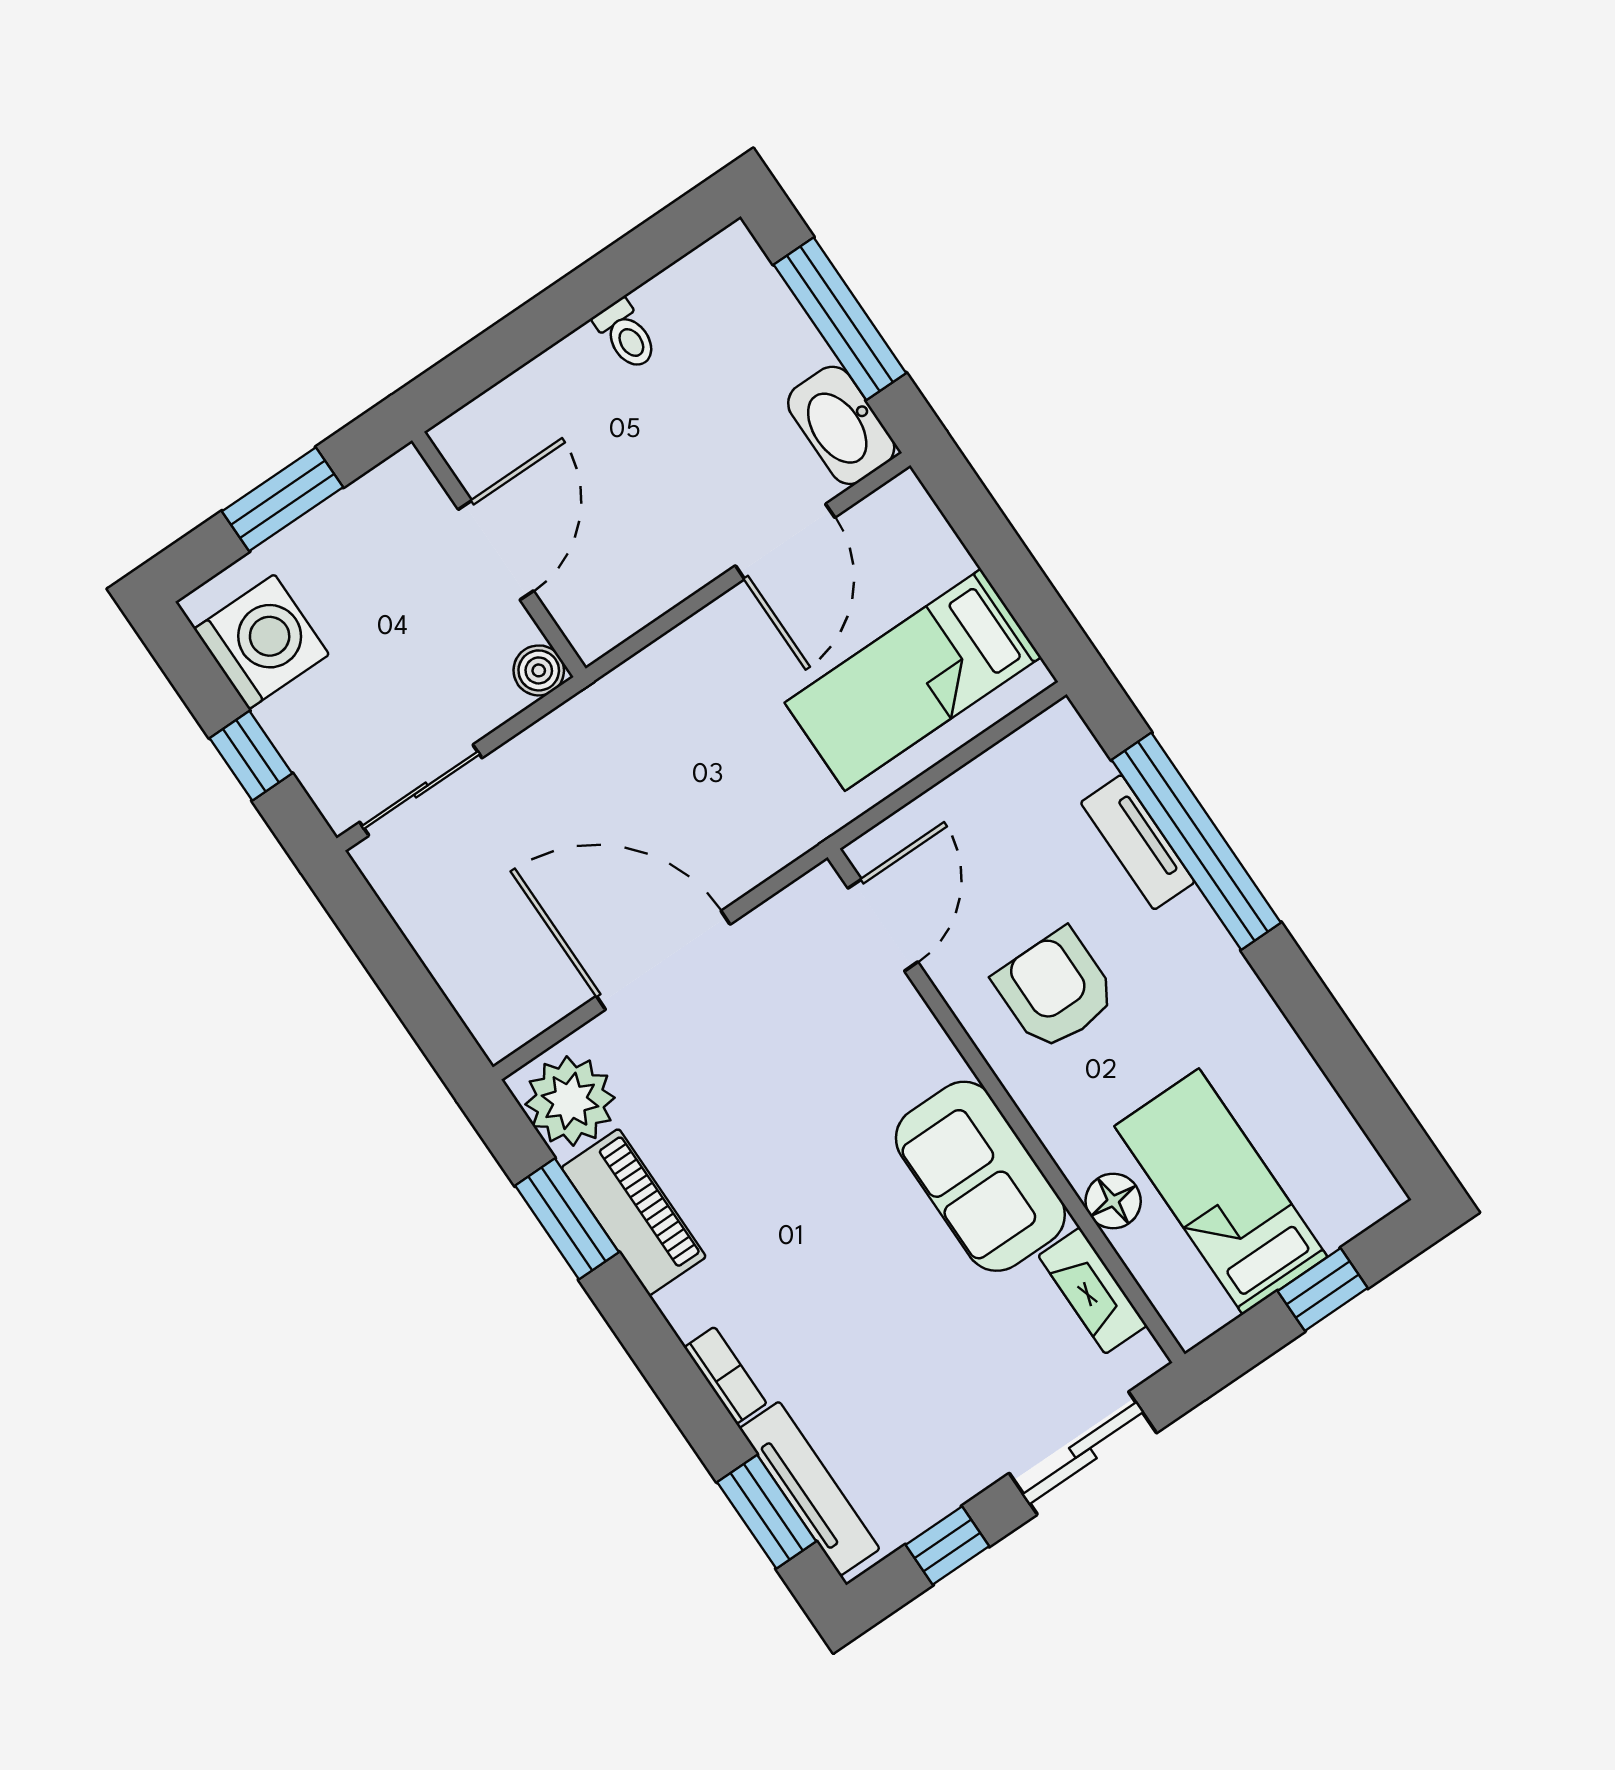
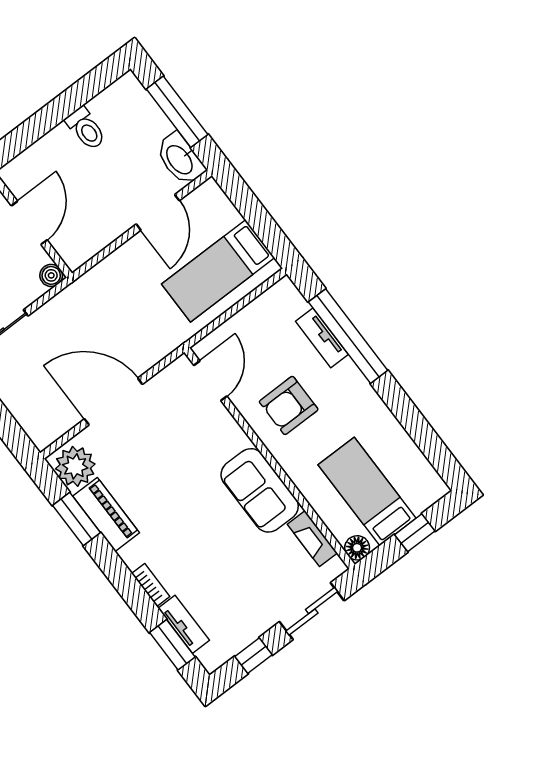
toilet: (626, 335) -> (86, 128), width x1.37, depth x1.39
armchair: (1055, 990) -> (289, 405), turned -90
floor lamp: (1113, 1201) -> (357, 548), moved
tv unit: (809, 1489) -> (184, 624), width x0.71

